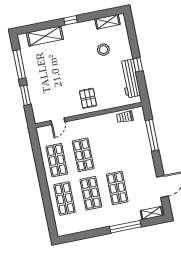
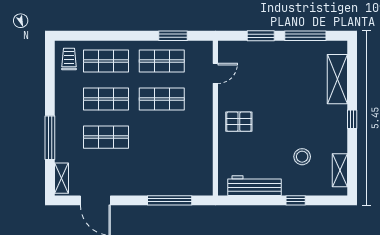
window: (138, 65) -> (296, 200), moved
trolley: (125, 117) -> (69, 59), moved
door: (58, 121) -> (215, 73), swing flipped
window: (38, 156) -> (173, 36), added

